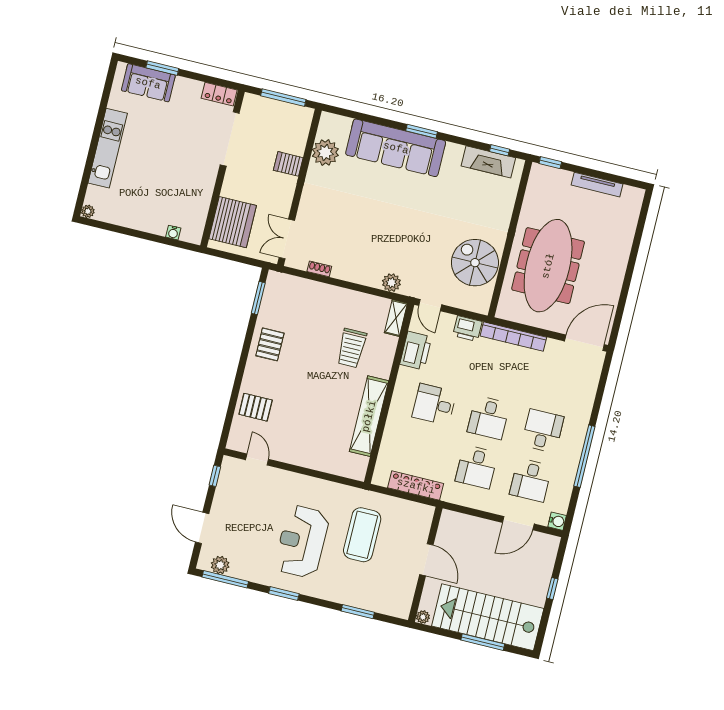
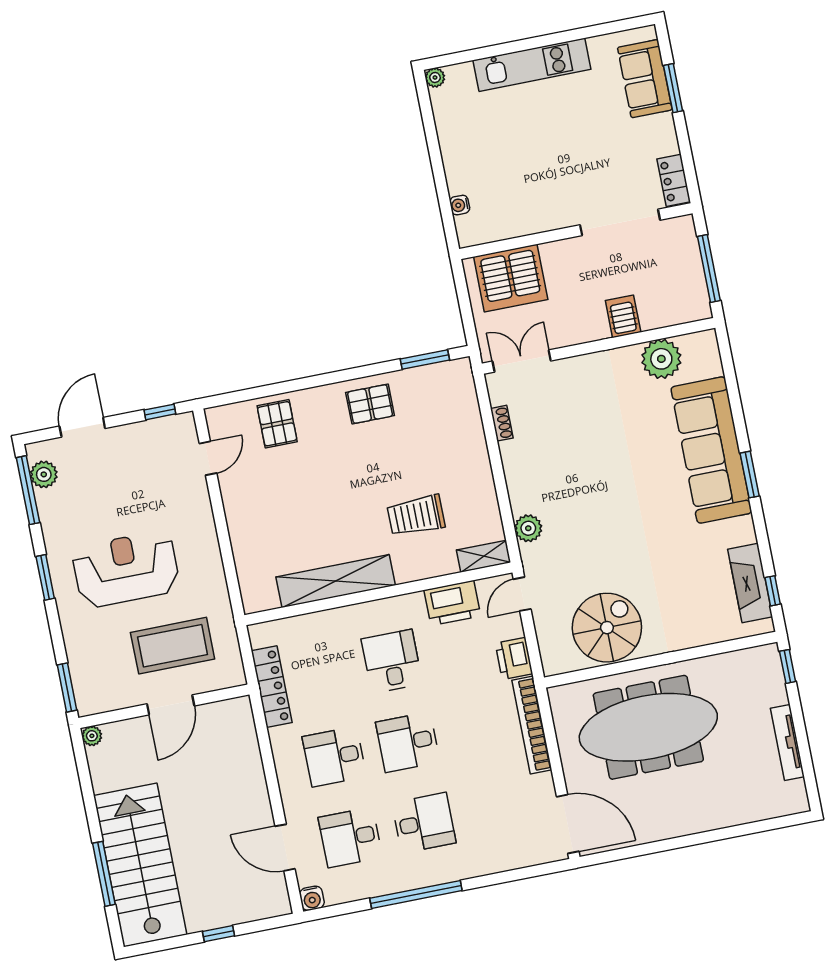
door: (426, 560) -> (171, 705), moved
wall: (425, 564) -> (164, 706), moved
plant: (423, 617) -> (92, 736), moved

